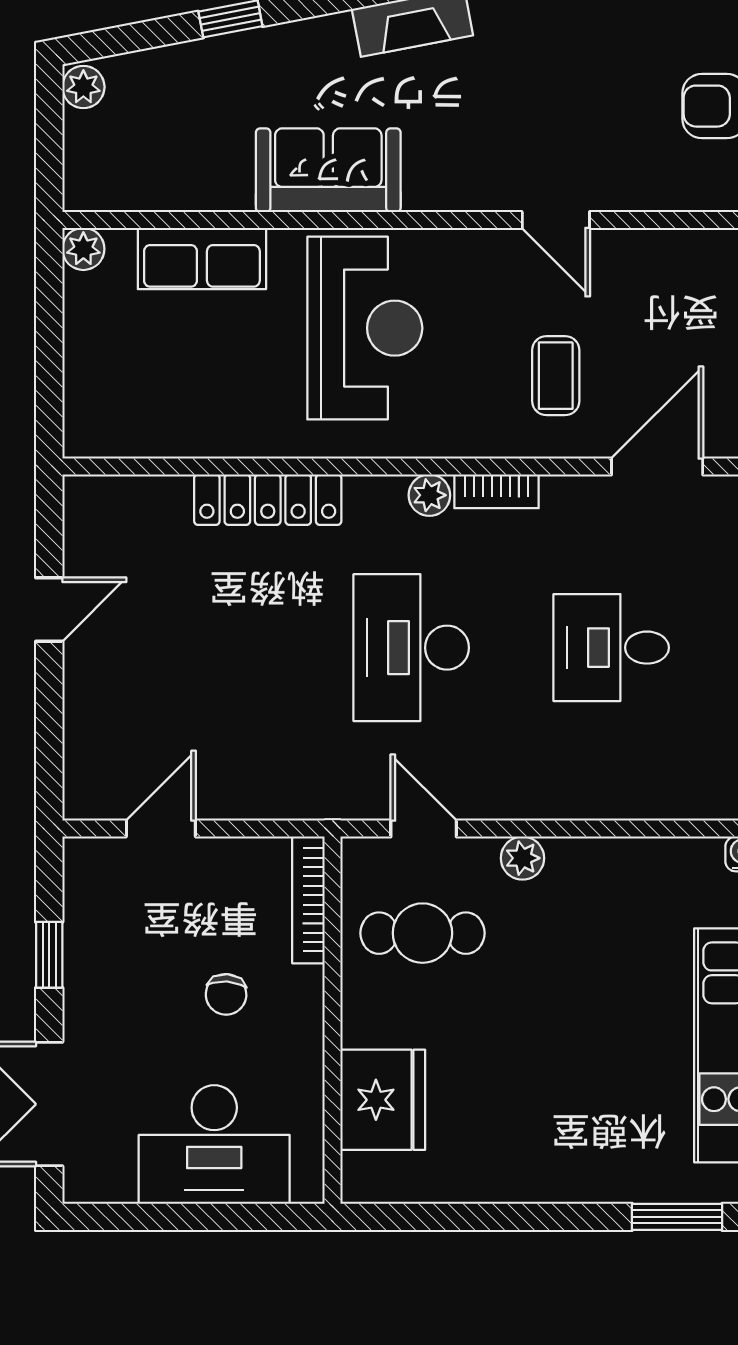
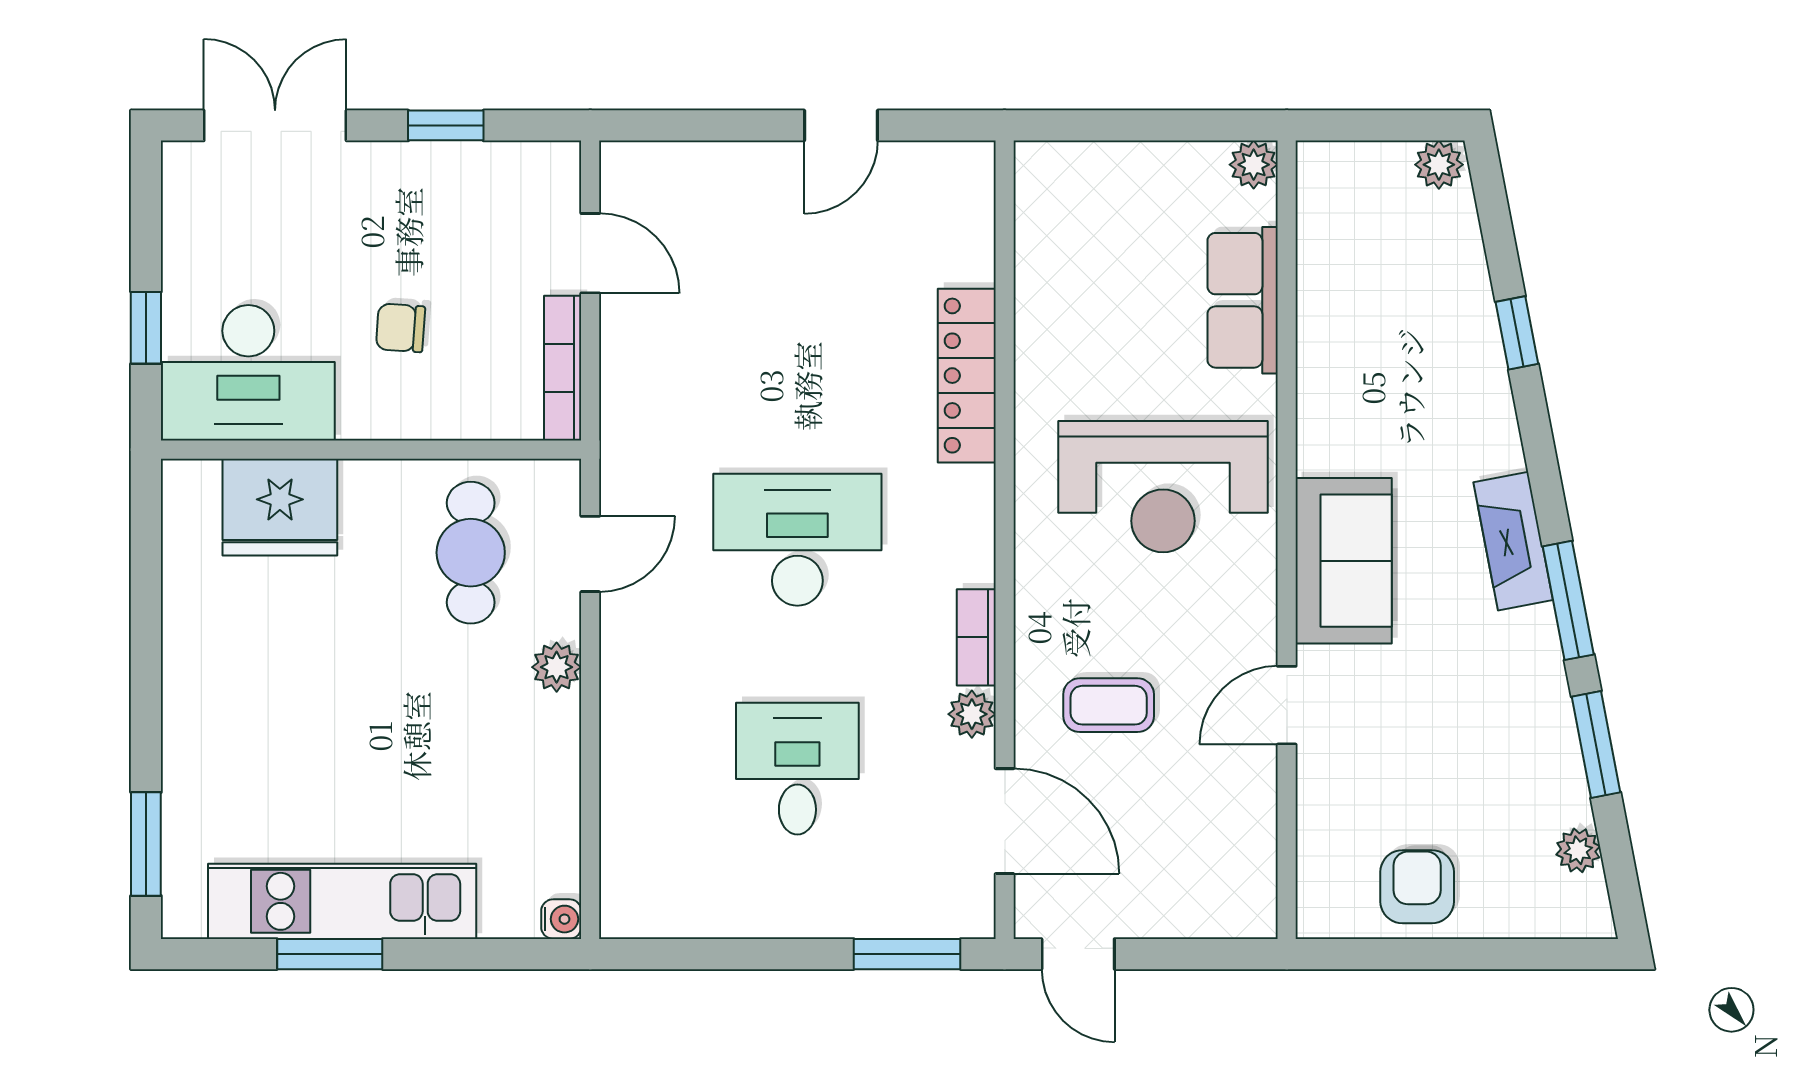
sofa: (328, 170) -> (1344, 561), moved
plant: (429, 495) -> (972, 714), moved
door: (49, 609) -> (841, 125), hinge flipped
bookcase: (308, 900) -> (563, 368), moved, turned -90
desk: (214, 1144) -> (248, 373), moved, turned -90
window: (226, 1217) -> (146, 328), added

